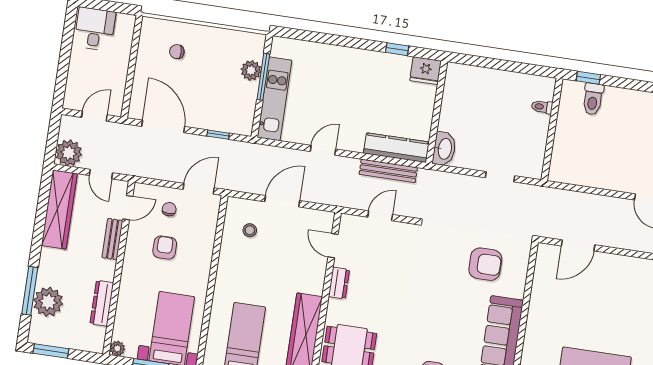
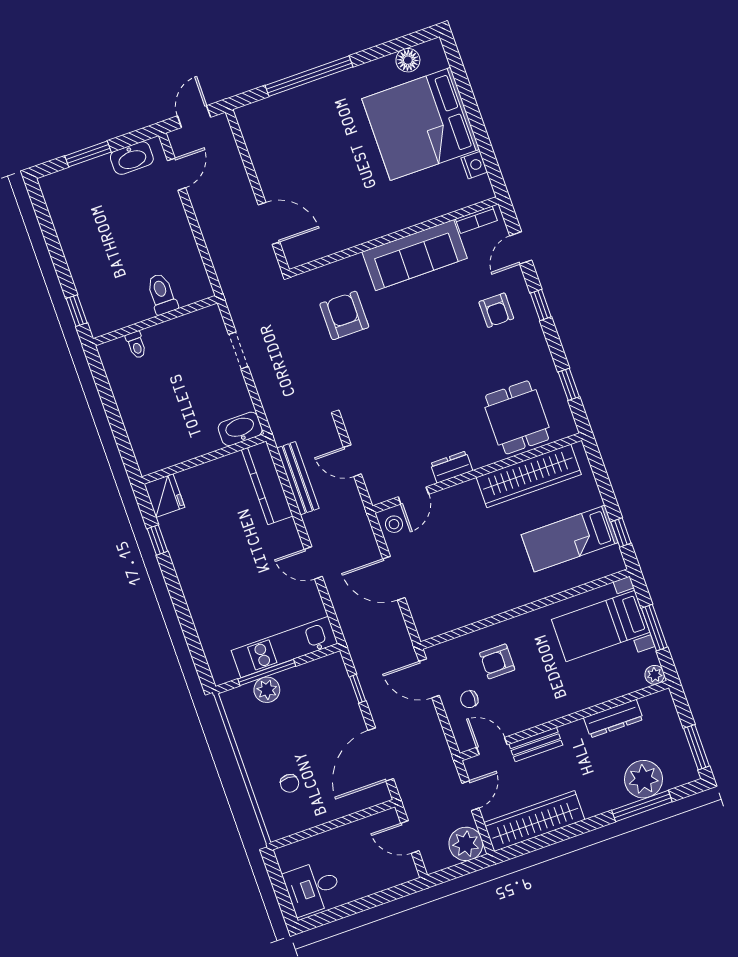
toilet: (593, 99) -> (162, 294), moved, turned -90
stool: (250, 230) -> (394, 524), moved
armchair: (165, 248) -> (497, 661), moved

